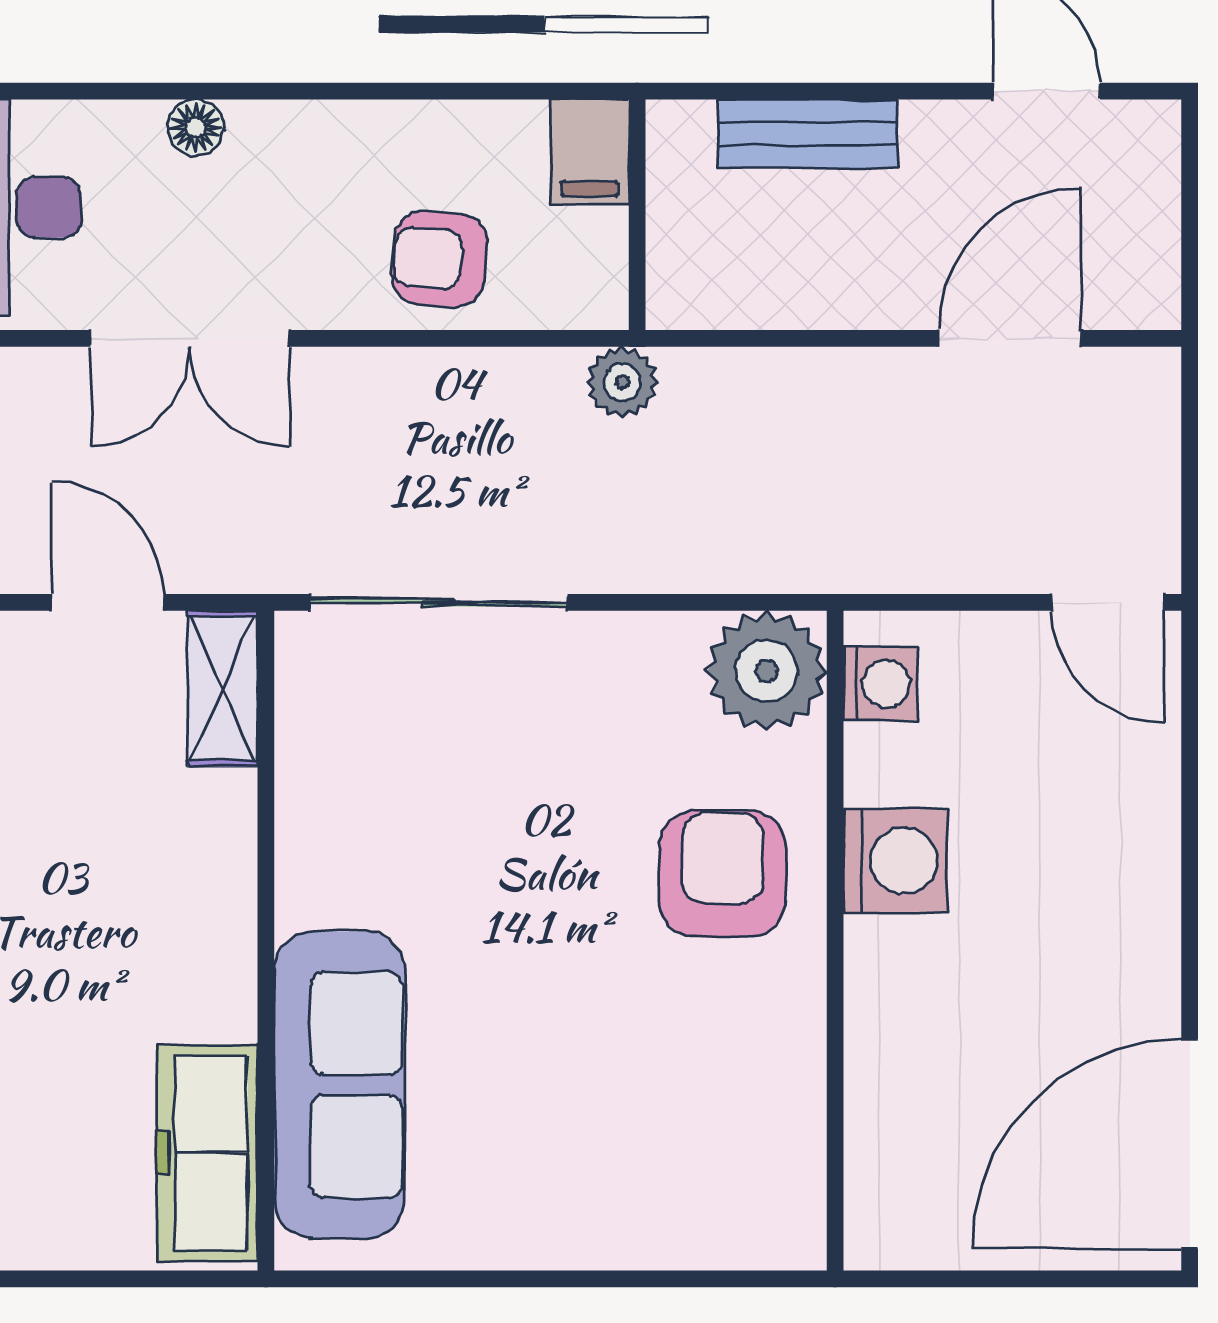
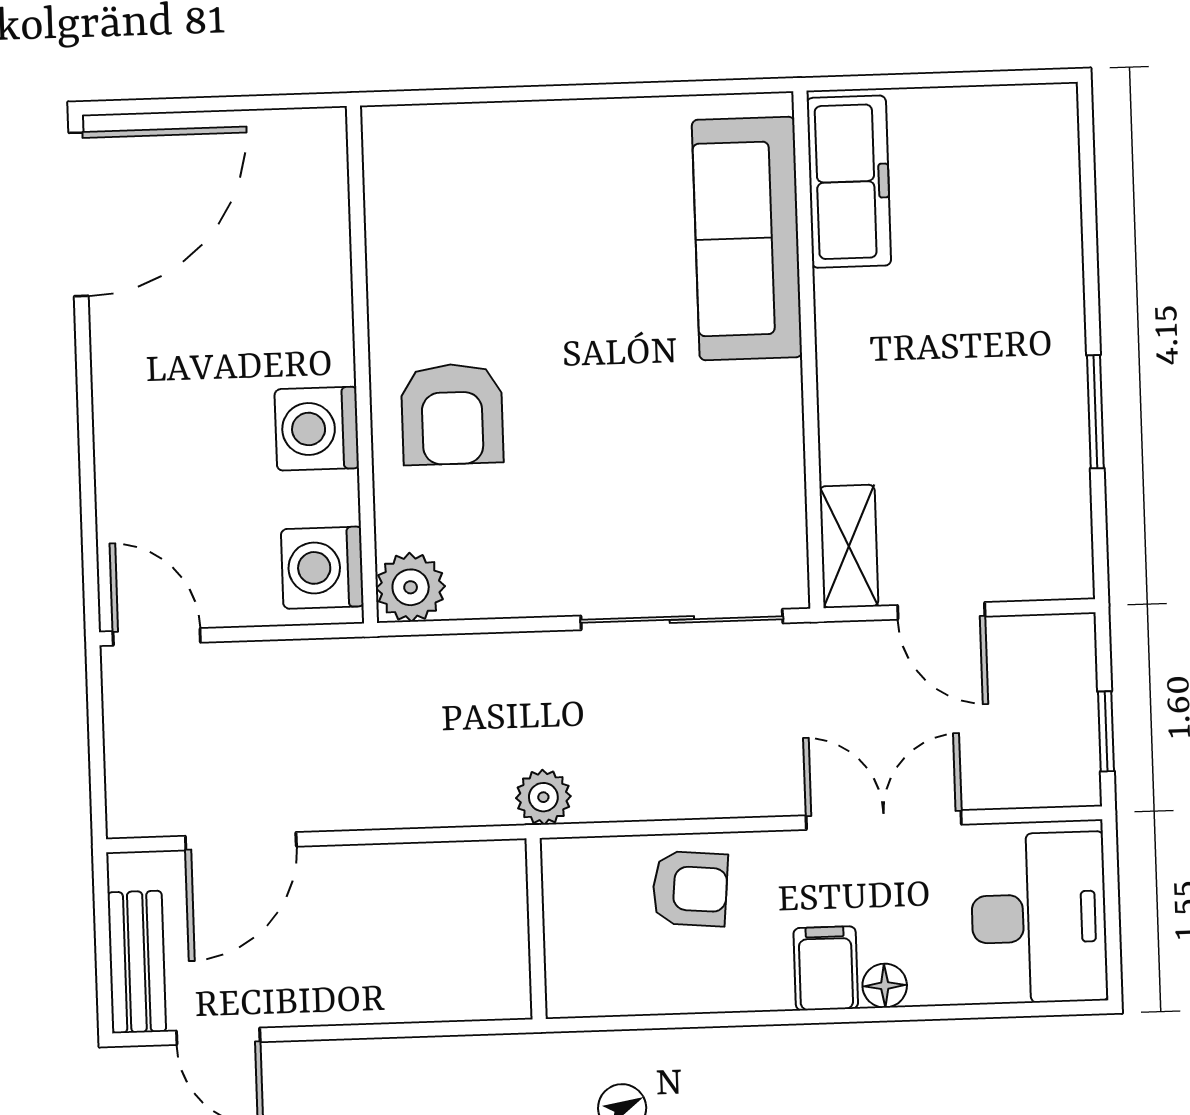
bench: (808, 134) -> (137, 962), moved, turned 90
filing cabinet: (589, 152) -> (826, 968), moved
plant: (767, 671) -> (411, 587), width x0.73, depth x0.73
washing machine: (880, 684) -> (322, 568), width x1.38, depth x1.38

